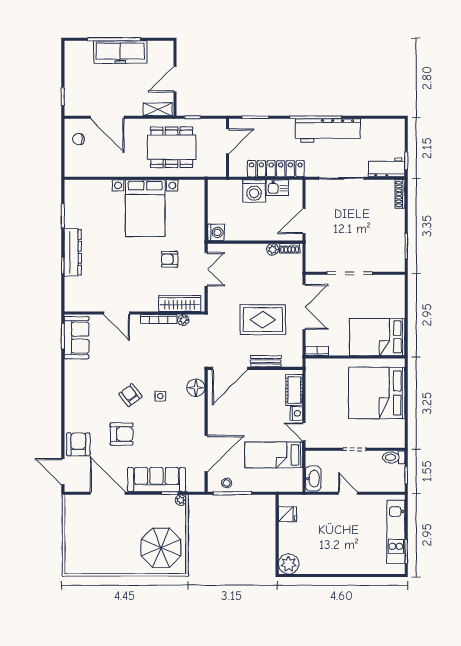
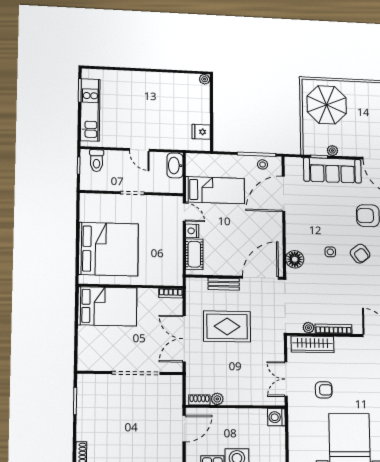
toilet: (394, 457) -> (97, 161), moved, turned 90
plant: (181, 500) -> (332, 151), moved
plant: (289, 564) -> (205, 79), width x0.53, depth x0.53

